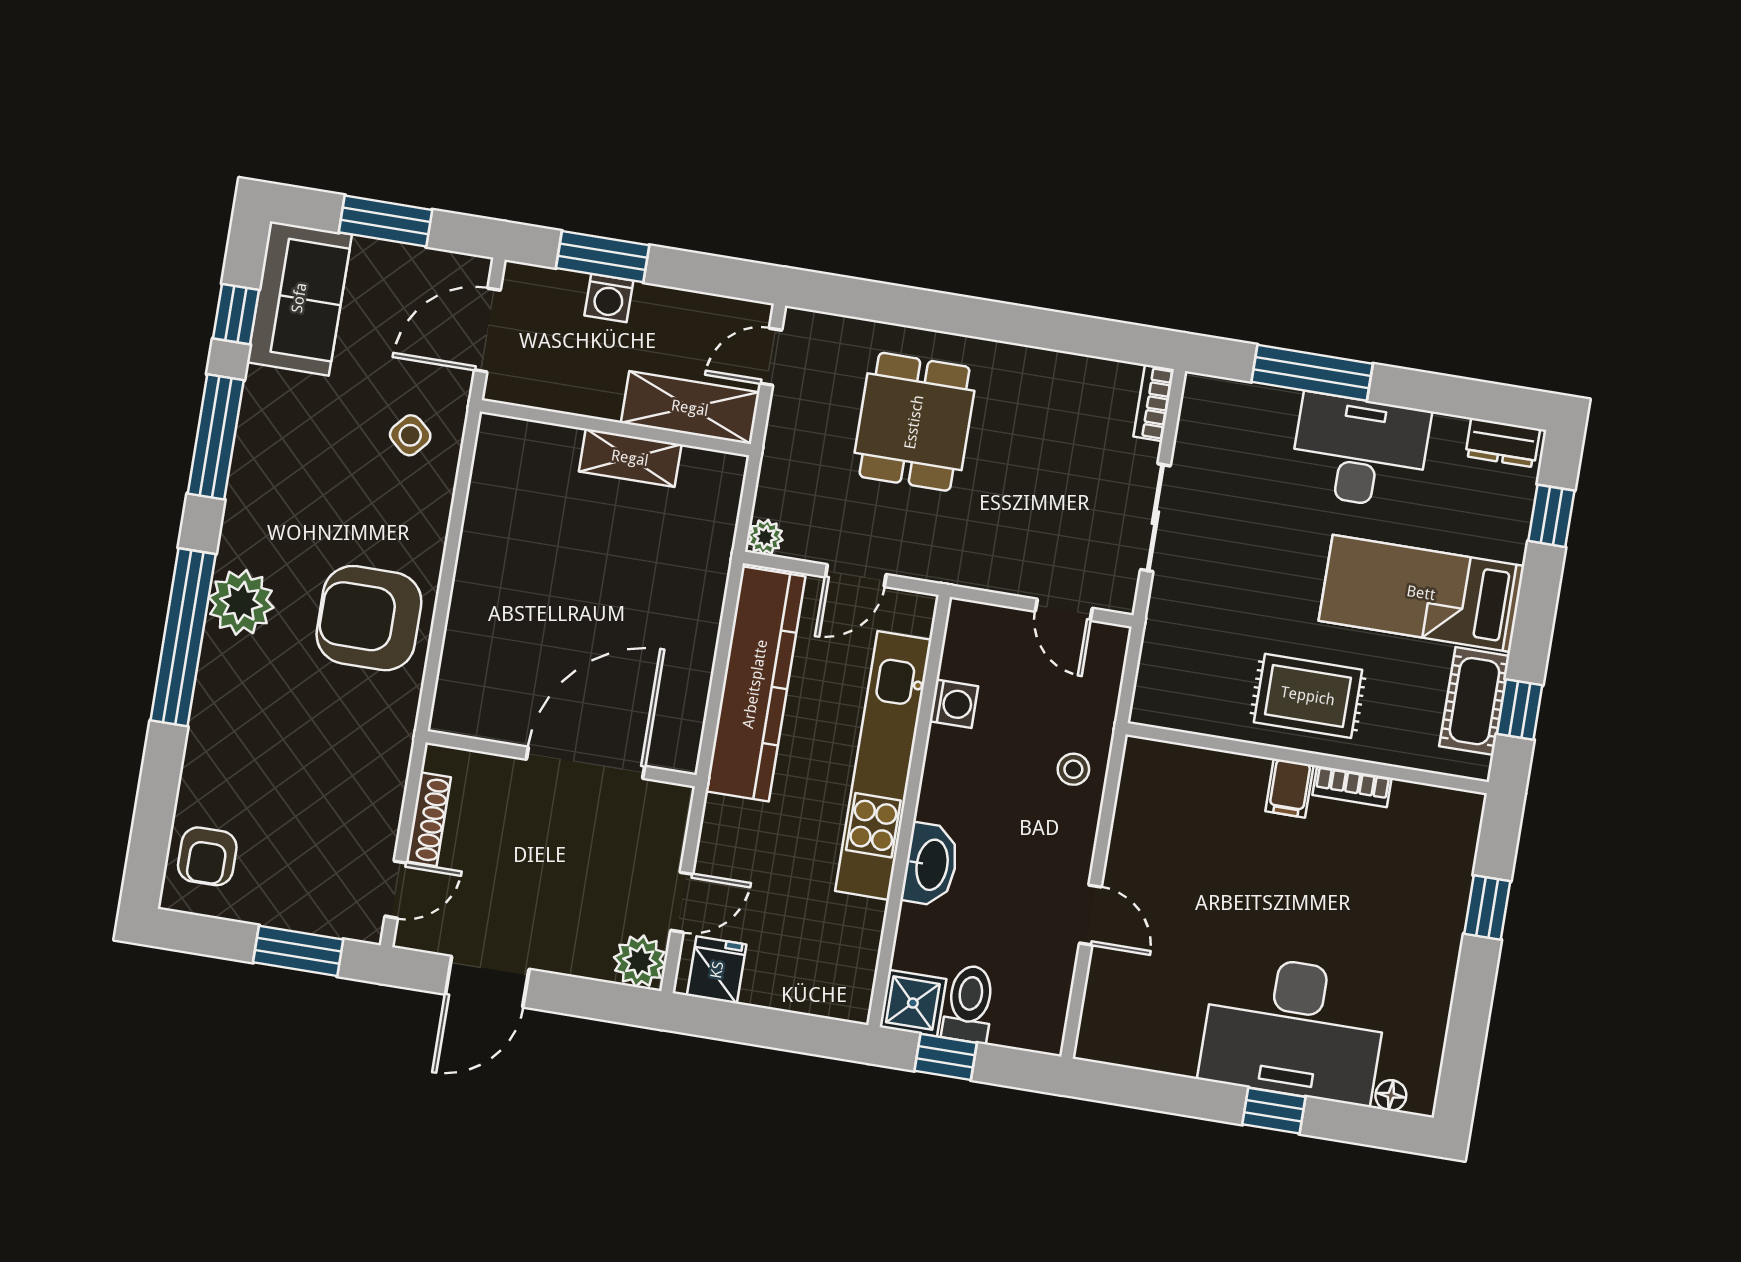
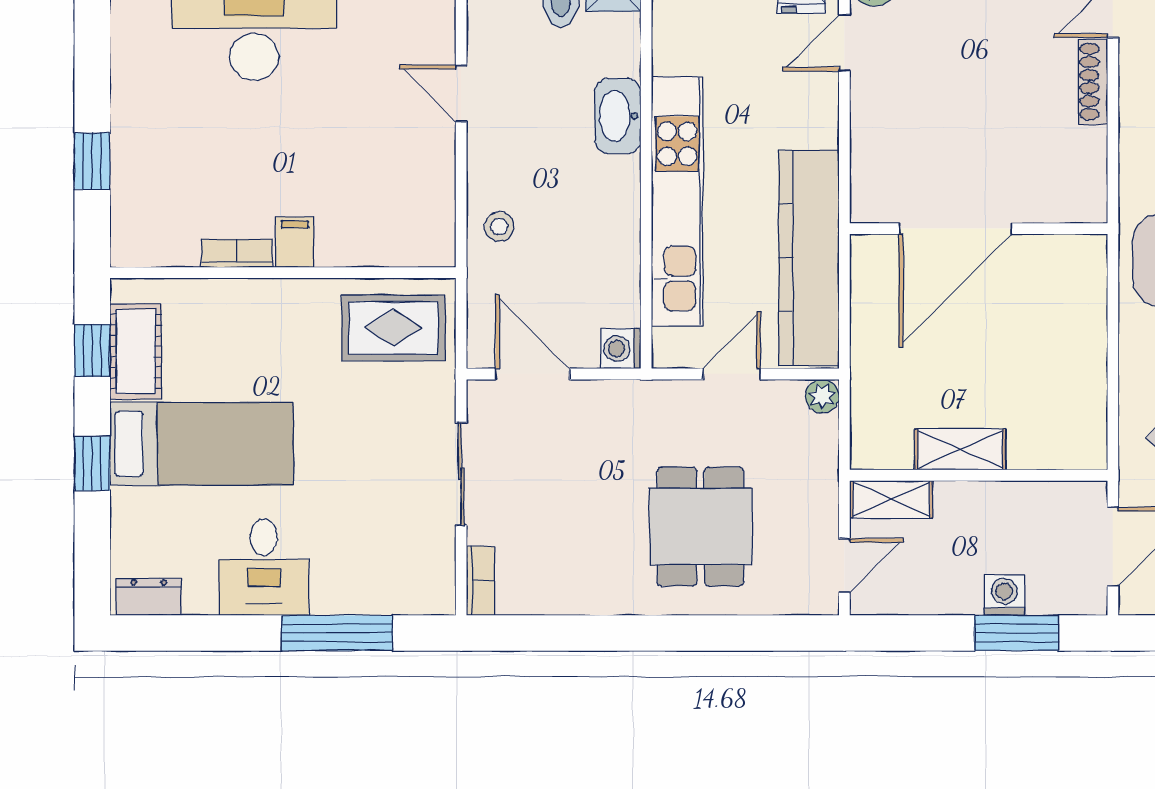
shelving: (690, 408) -> (891, 499), width x0.67, depth x0.75
desk: (1360, 451) -> (264, 567), width x0.73
window: (1551, 516) -> (92, 464), moved
door: (1064, 610) -> (533, 374), width x1.38
rug: (1308, 696) -> (394, 328), moved
washing machine: (954, 704) -> (621, 349), moved
wall: (561, 759) -> (979, 229), moved
door: (586, 763) -> (955, 229), moved

